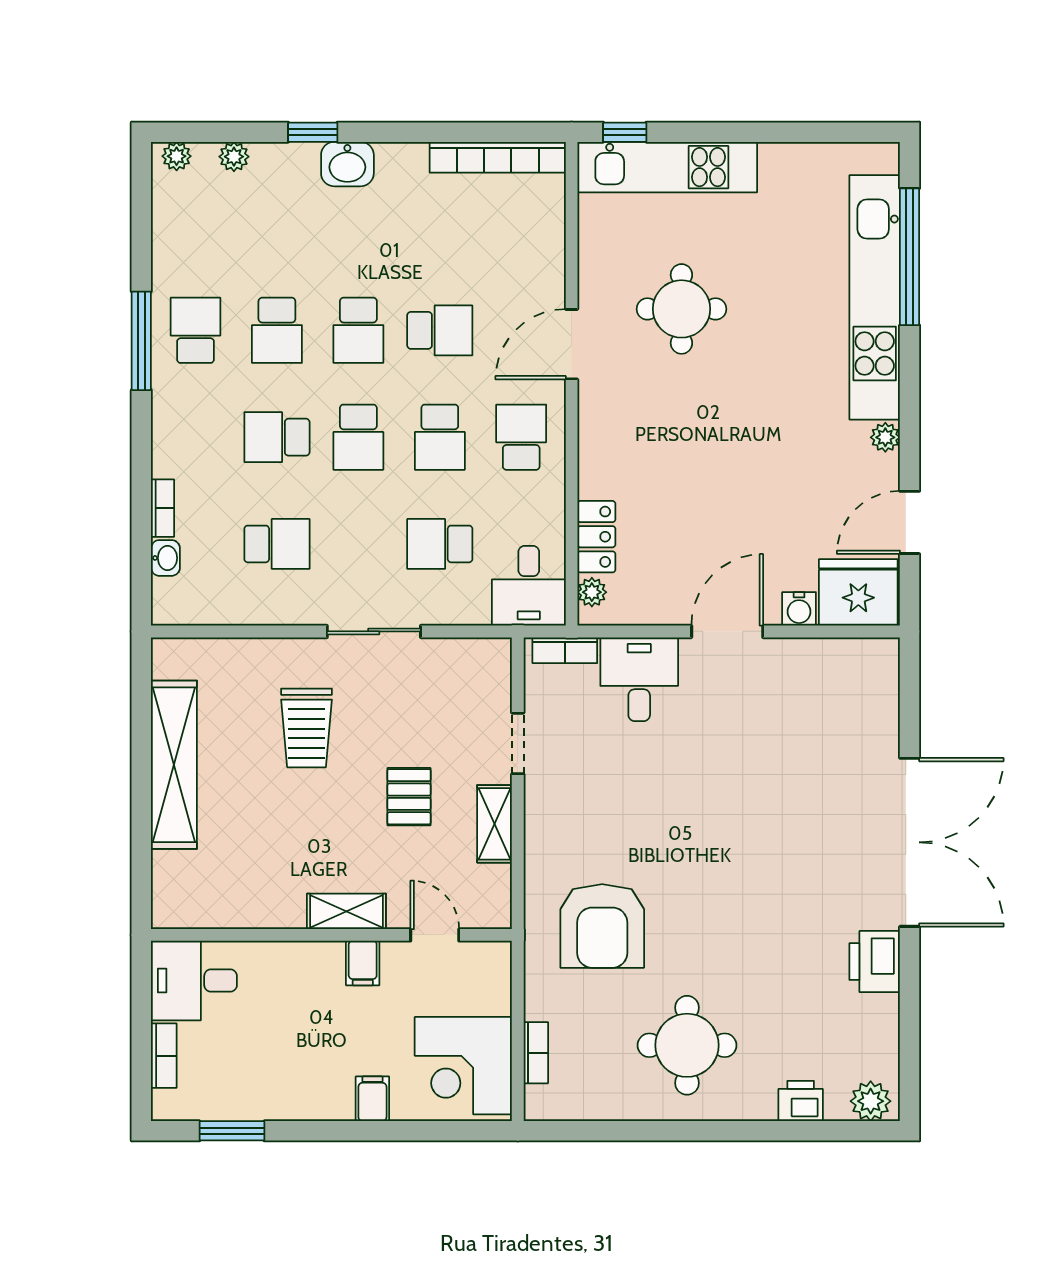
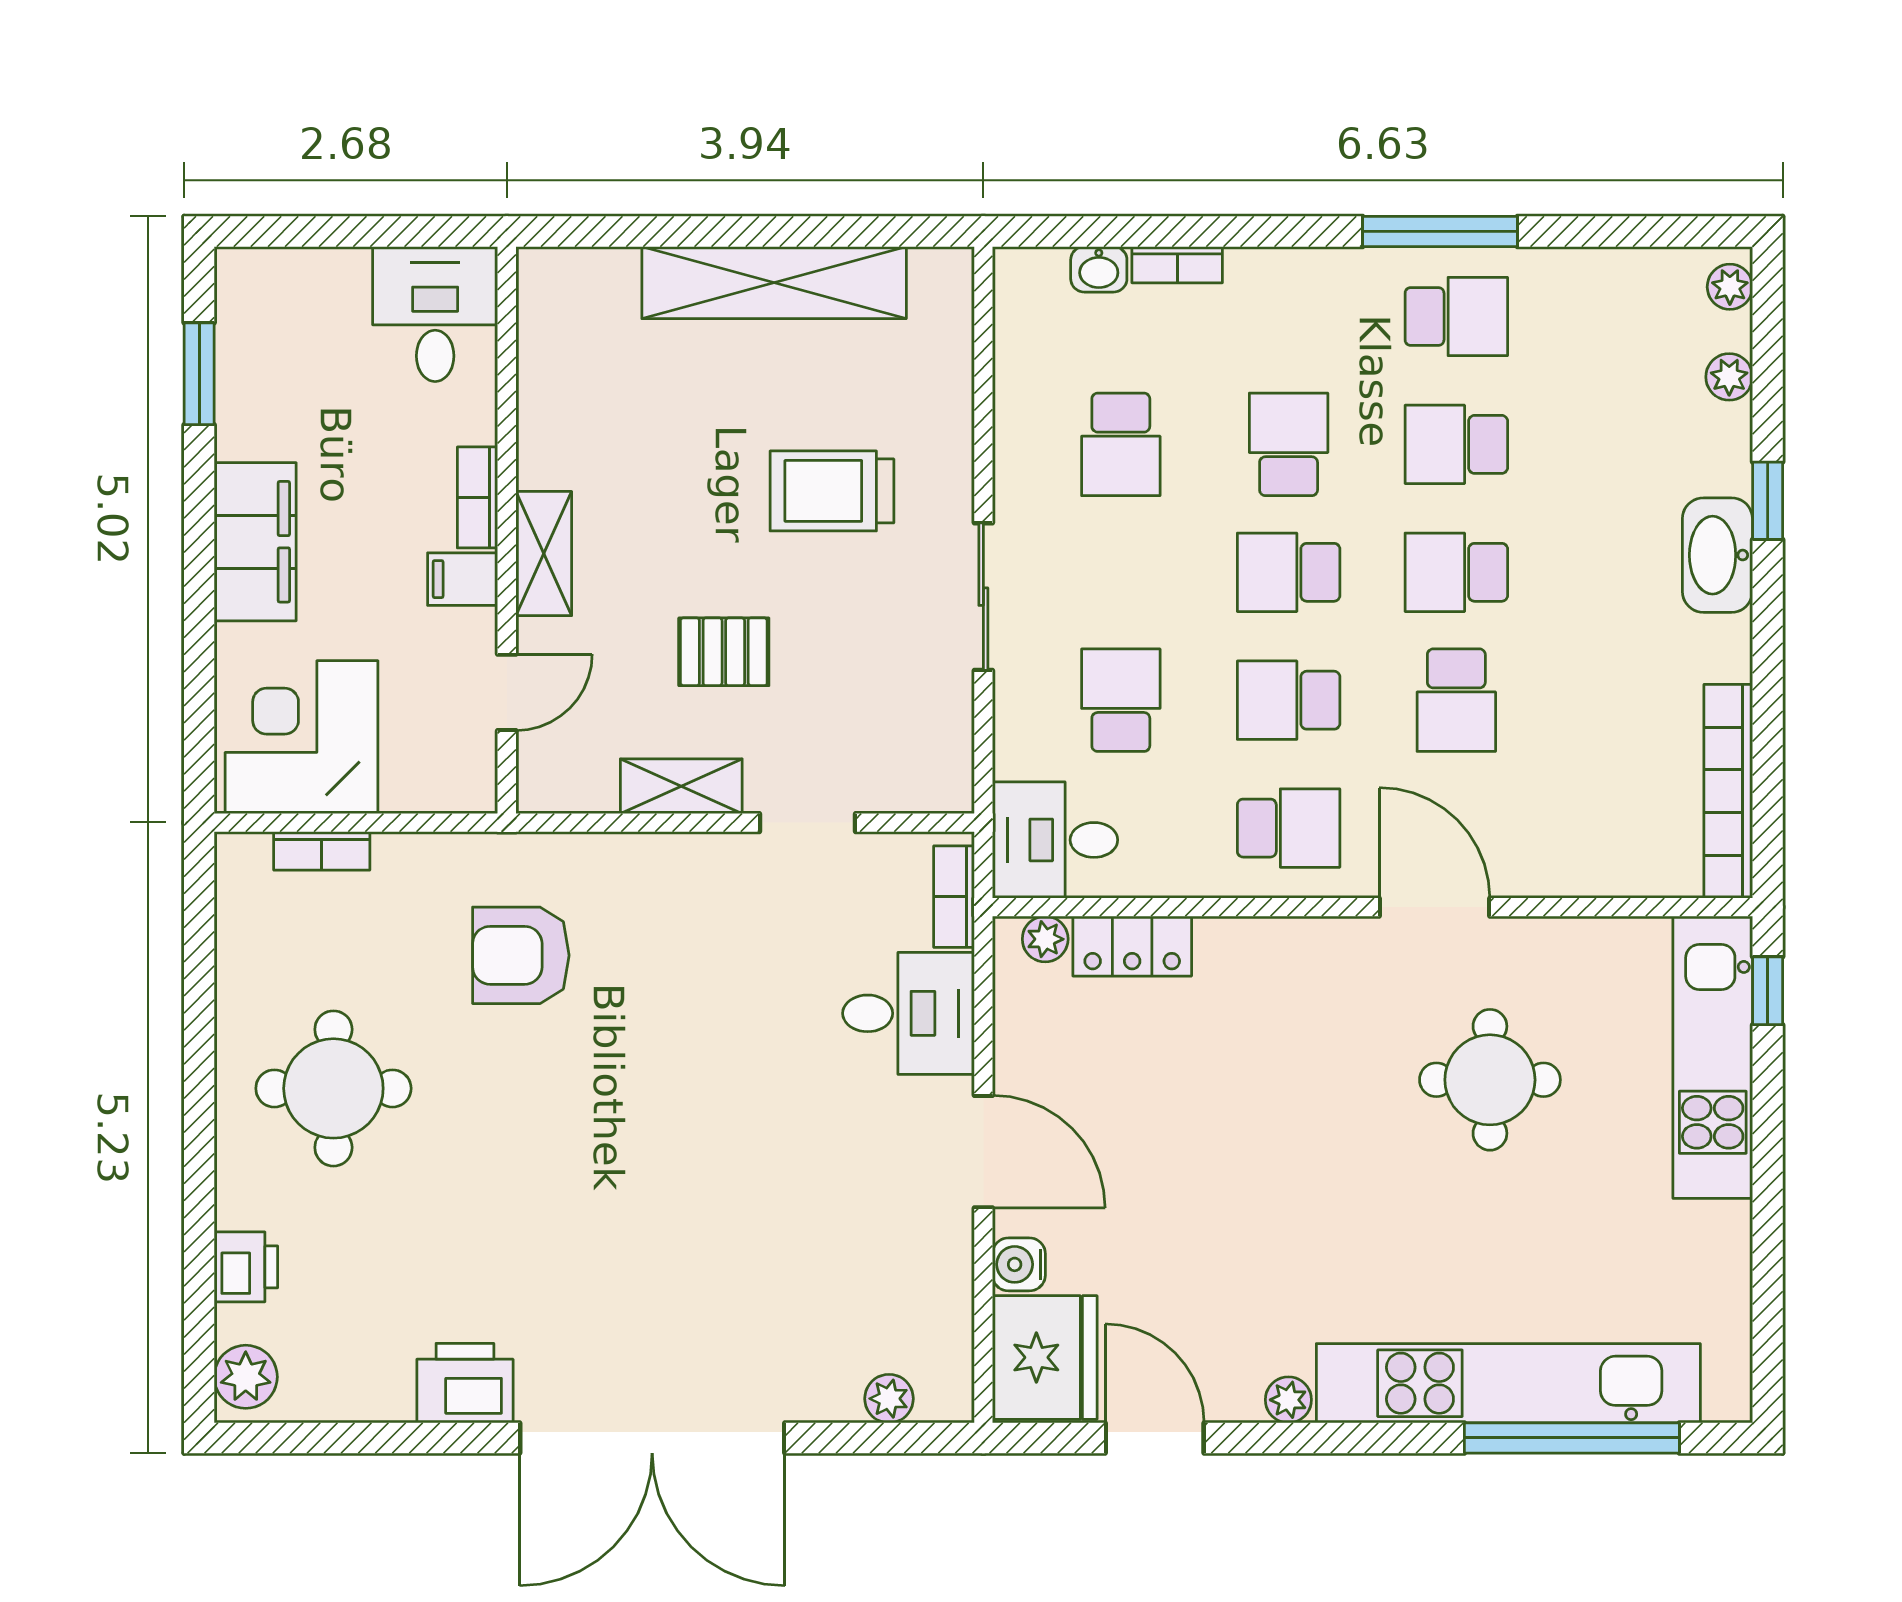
washbasin: (347, 164) -> (1717, 555), width x1.38
plant: (884, 692) -> (889, 1399), added
armchair: (602, 926) -> (521, 955), width x0.73, depth x0.73
bookcase: (164, 1056) -> (478, 497), moved, turned 90
filing cabinet: (372, 1099) -> (255, 542), width x3.00, depth x1.17

